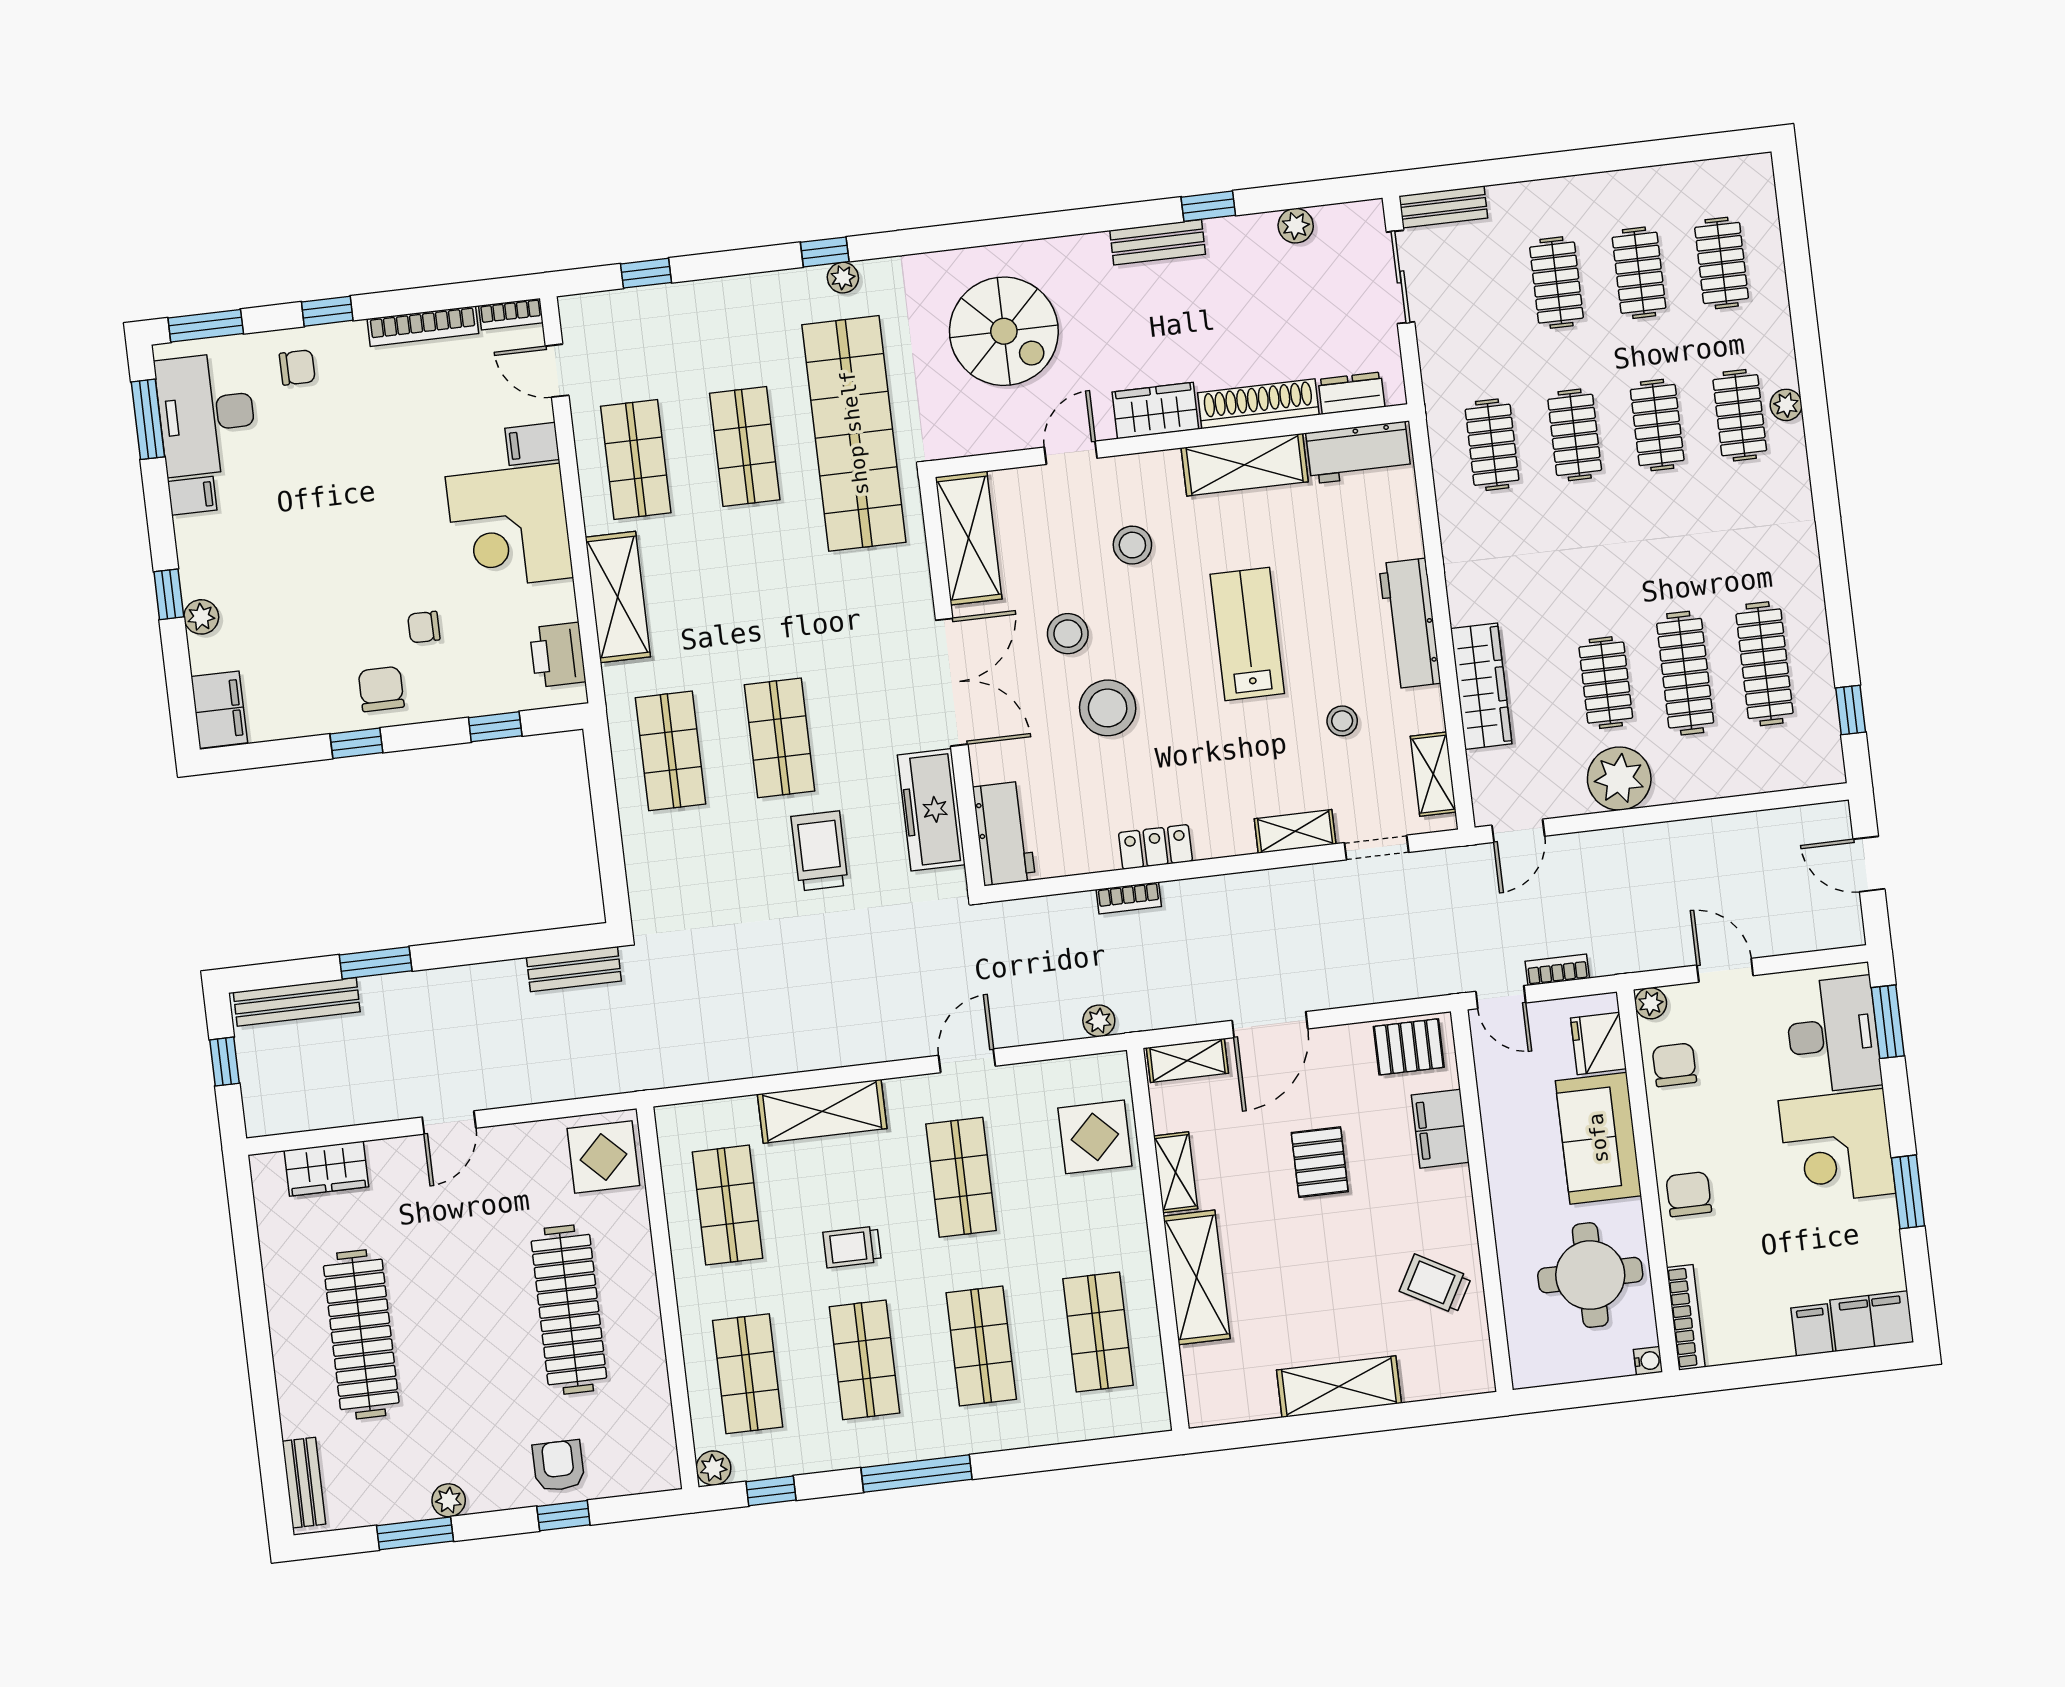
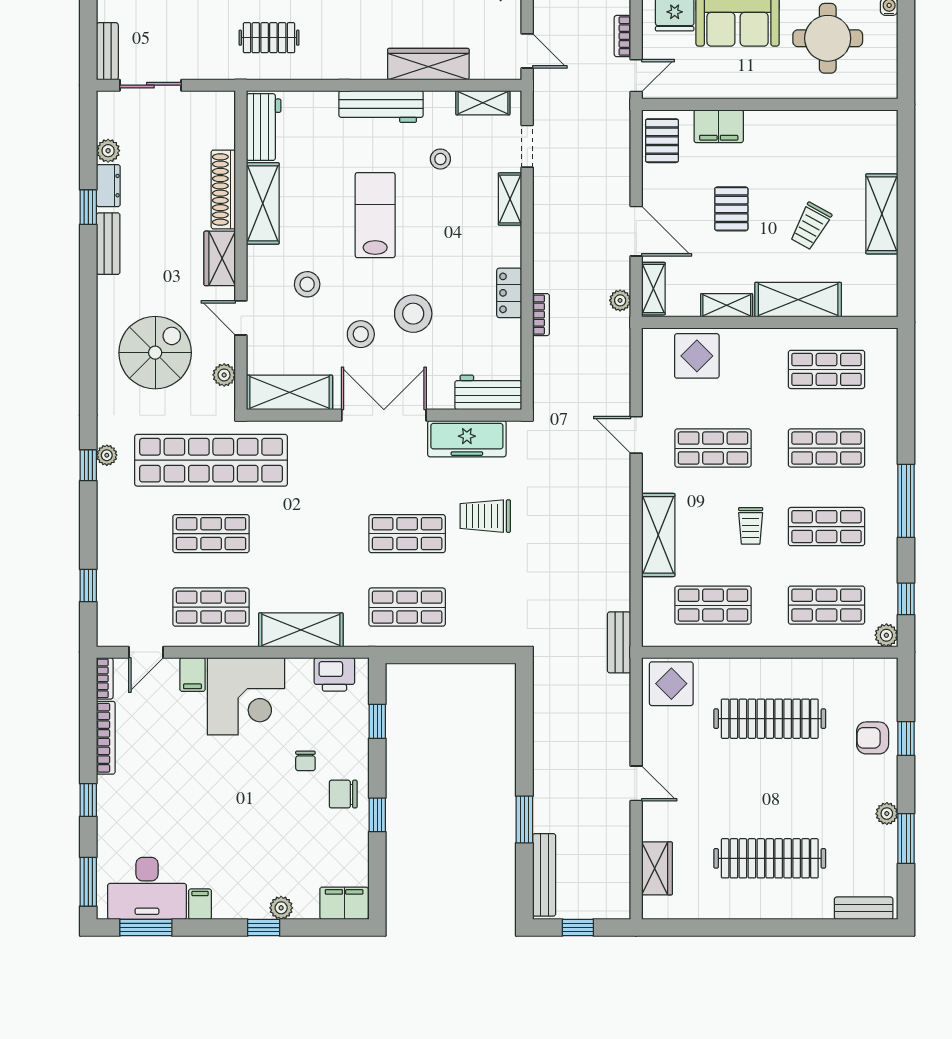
chair: (297, 367) -> (123, 824), removed
dresser: (1352, 393) -> (108, 186), moved, turned 180
plant: (983, 438) -> (224, 375), added
lab bench: (1247, 634) -> (375, 215), turned 90
bench: (574, 969) -> (619, 642), moved
plant: (1099, 1021) -> (620, 300), moved
pallet: (1320, 1162) -> (731, 209), turned 90
trolley: (1435, 1284) -> (811, 226), moved

